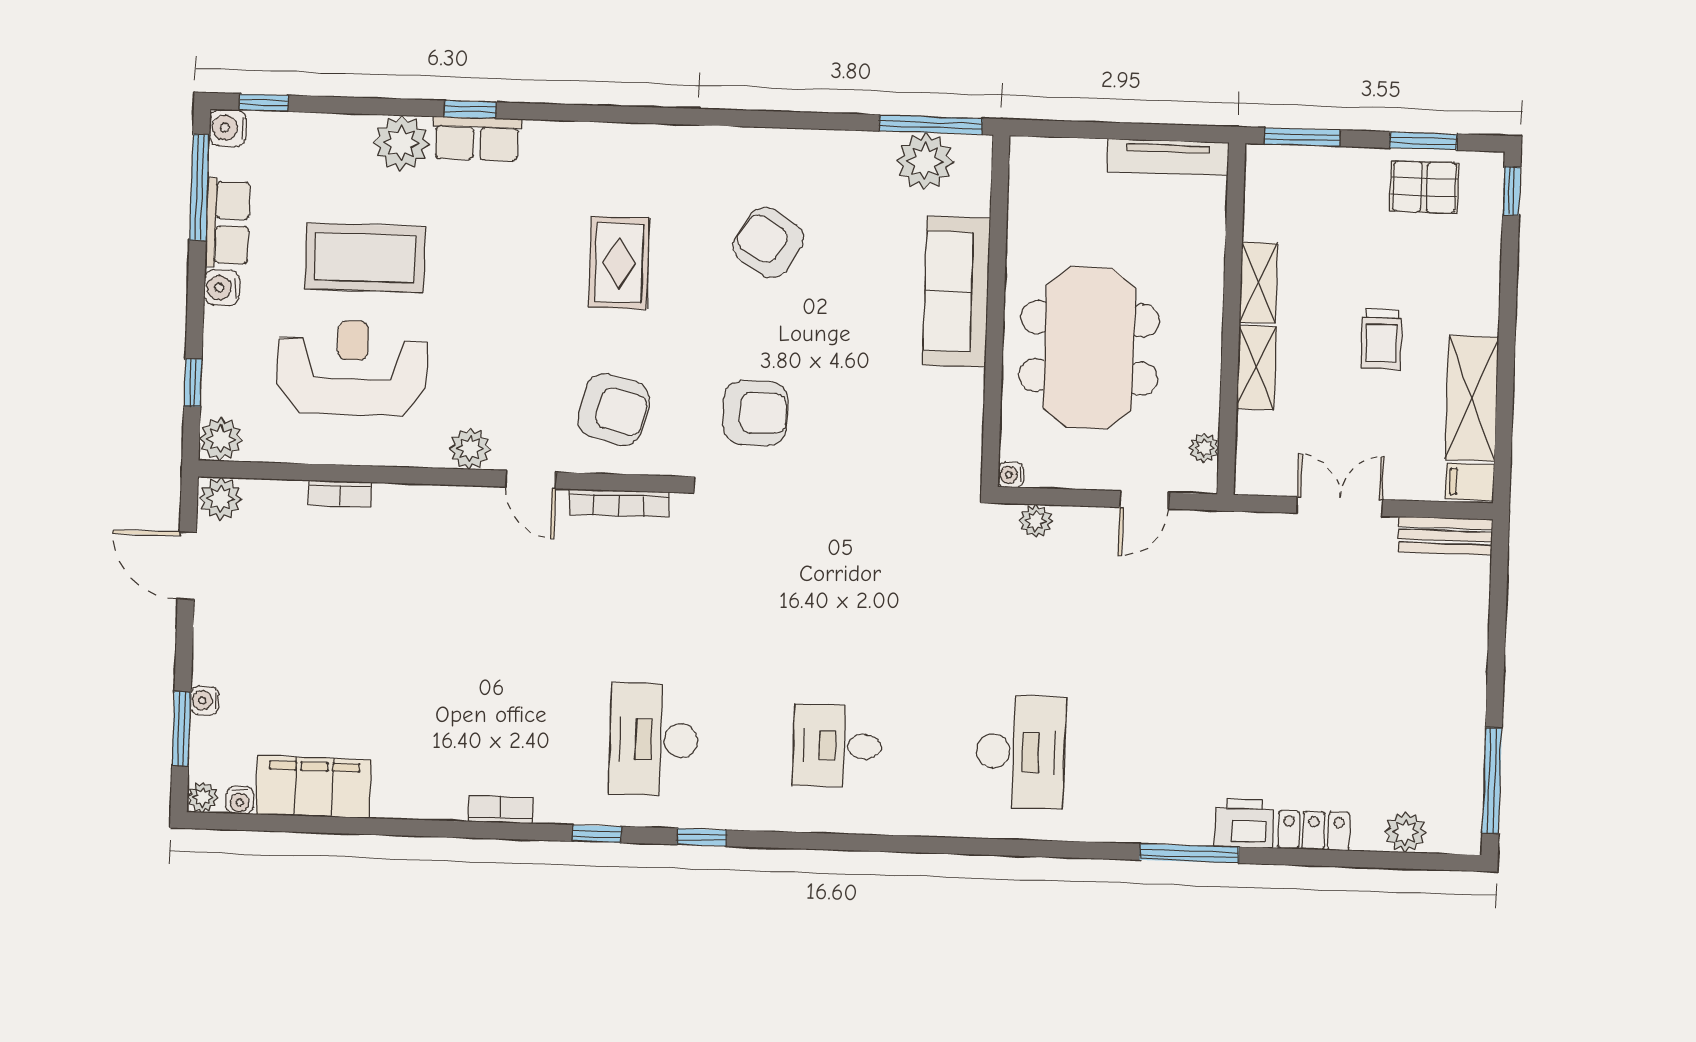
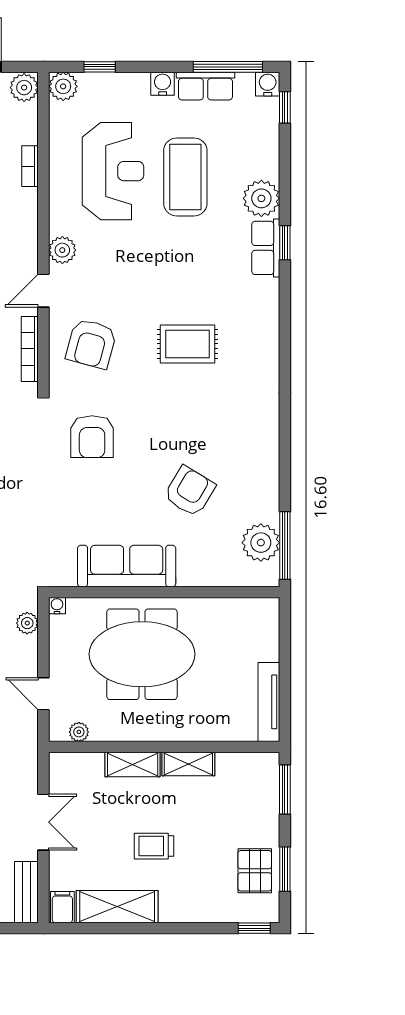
armchair: (768, 243) -> (190, 491), moved
sofa: (956, 292) -> (127, 566), moved

